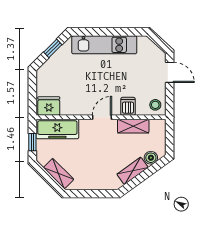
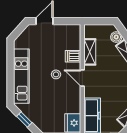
stool: (155, 105) -> (56, 74), moved

